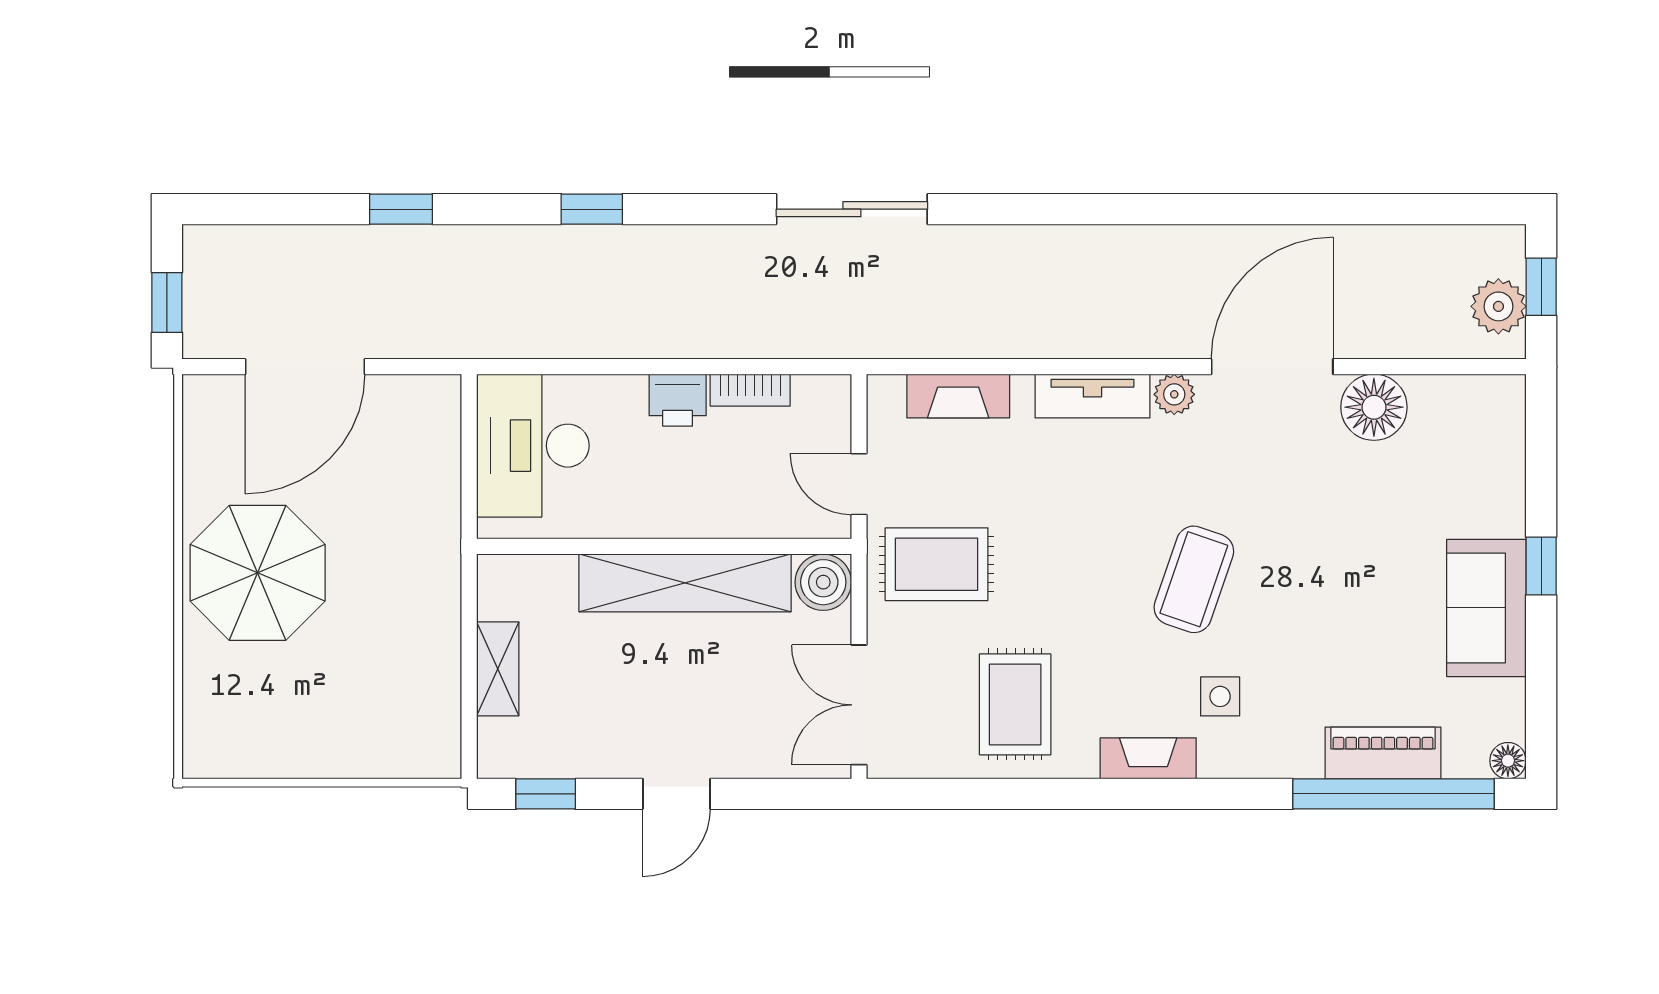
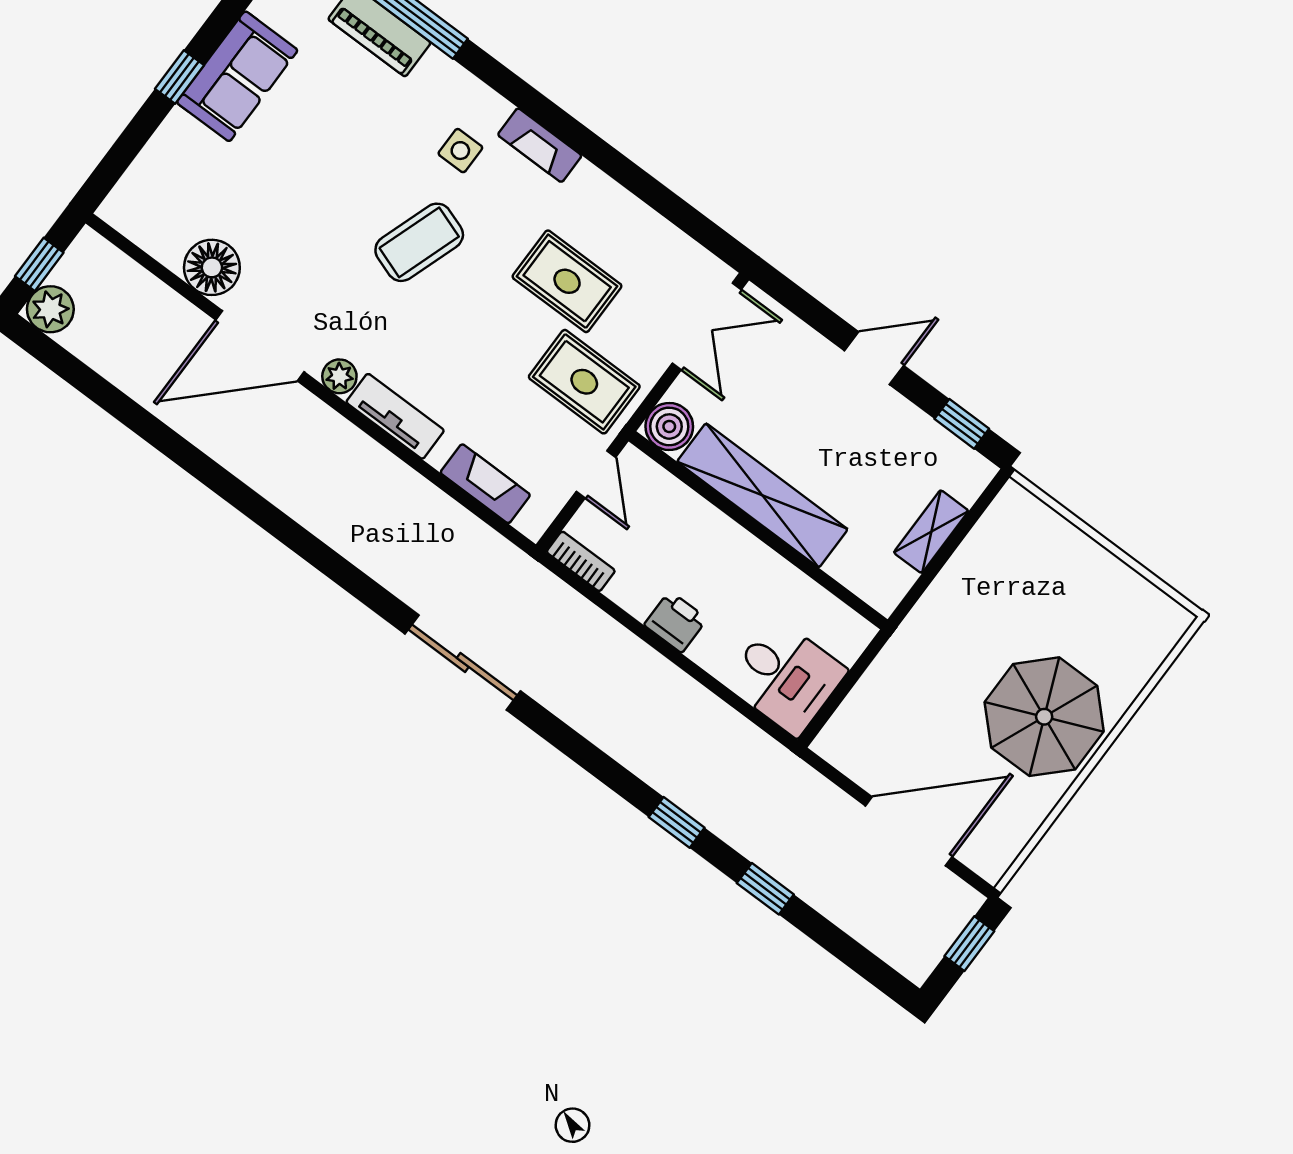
window: (592, 209) -> (677, 822), moved
plant: (1498, 306) -> (50, 309), moved
bookcase: (750, 390) -> (581, 561), moved
desk: (533, 446) -> (786, 677), width x0.73
rug: (1015, 704) -> (567, 281), moved, turned 90

